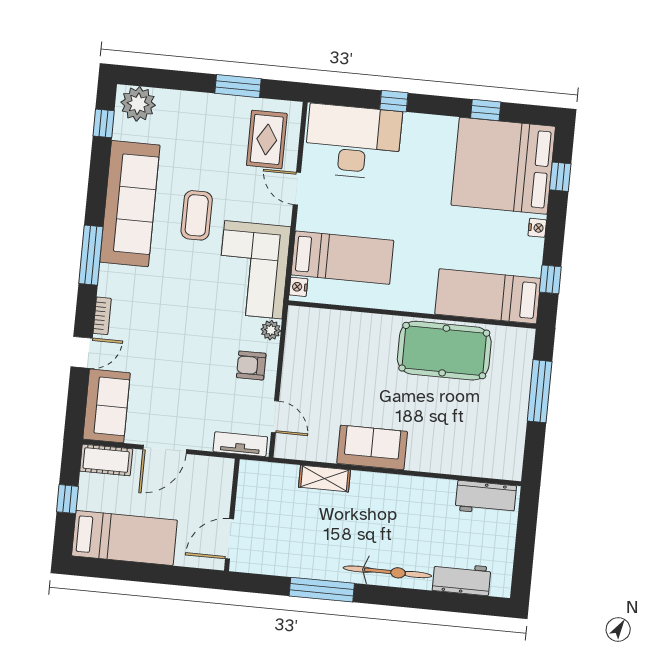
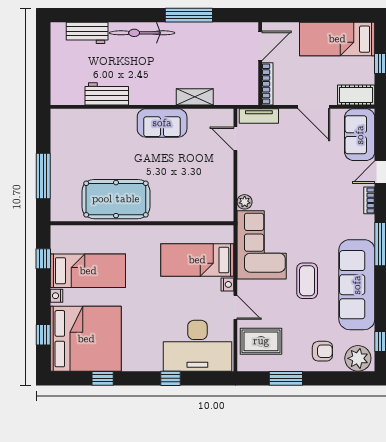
rug: (267, 139) -> (261, 341), turned 90
nightstand: (298, 287) -> (227, 284), moved
bed: (488, 296) -> (88, 271), moved
armchair: (251, 365) -> (322, 351), moved
door: (165, 449) -> (314, 107), swing flipped
bookcase: (225, 487) -> (267, 84), added
workbench: (486, 498) -> (107, 94), moved

